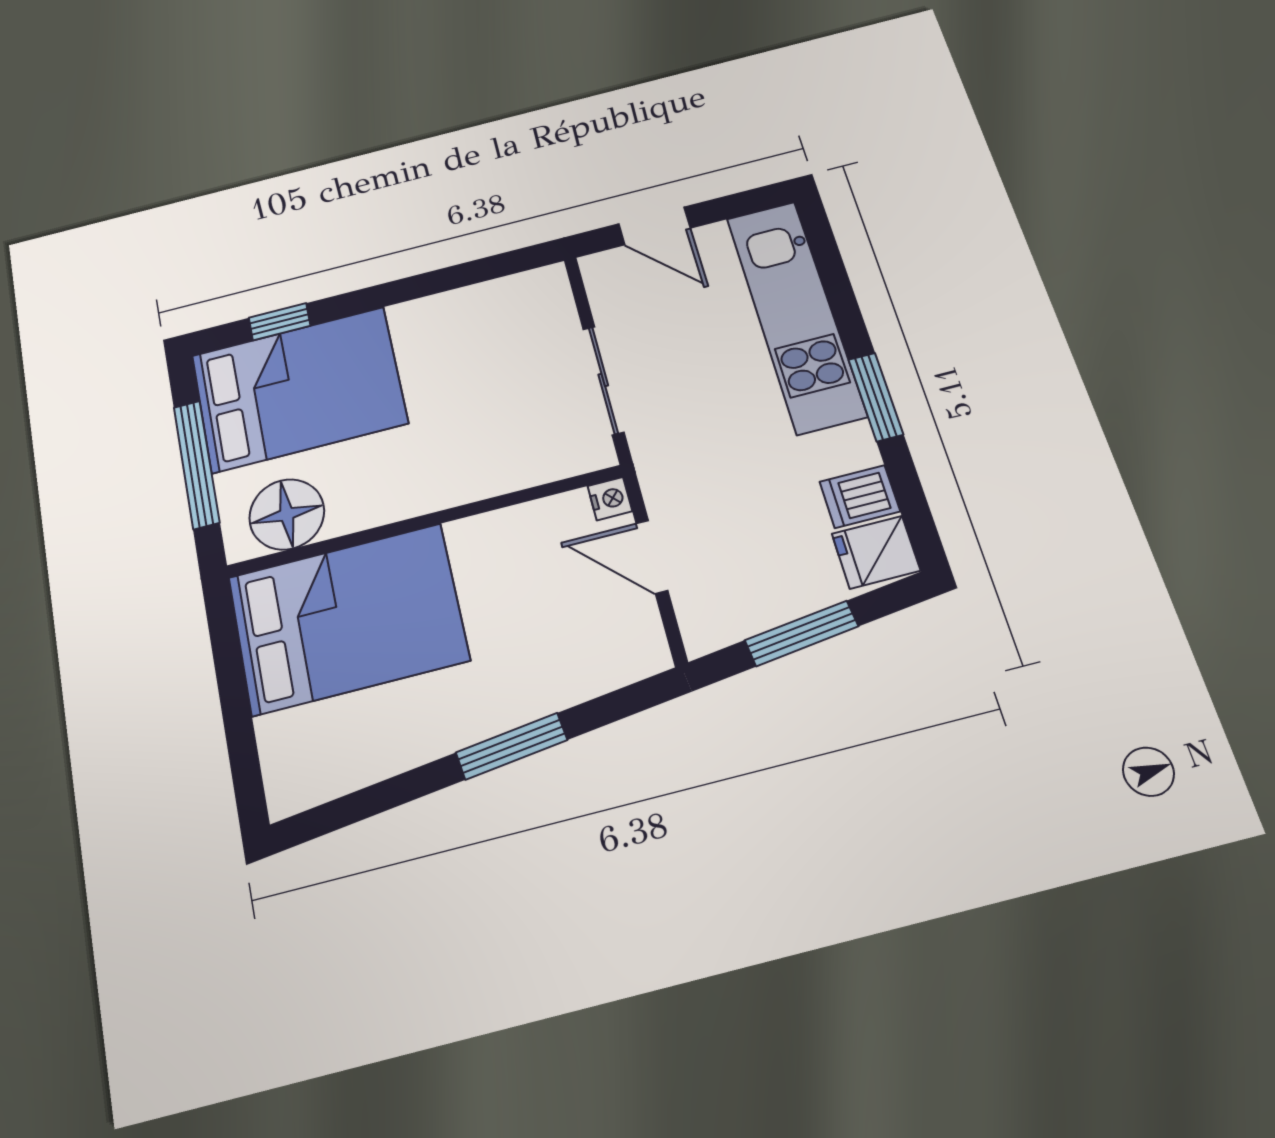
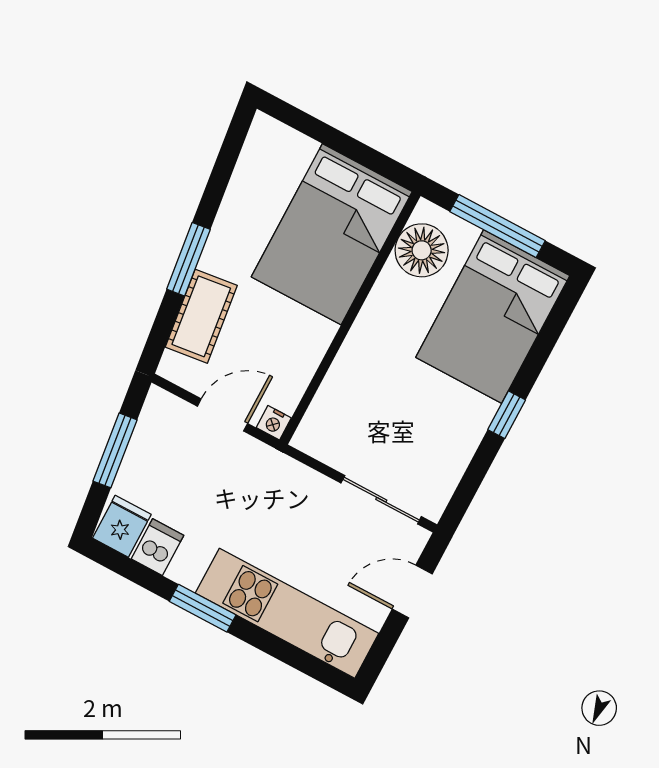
window: (280, 322) -> (507, 415), moved
sliding door: (603, 380) -> (381, 500), moved
cot: (564, 675) -> (201, 316), added

